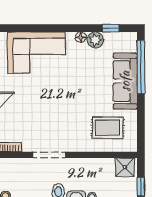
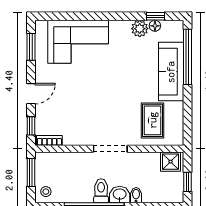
floor lamp: (81, 37) -> (155, 26), moved
rug: (108, 128) -> (153, 120), turned 90
doorway: (49, 155) -> (110, 149), moved

